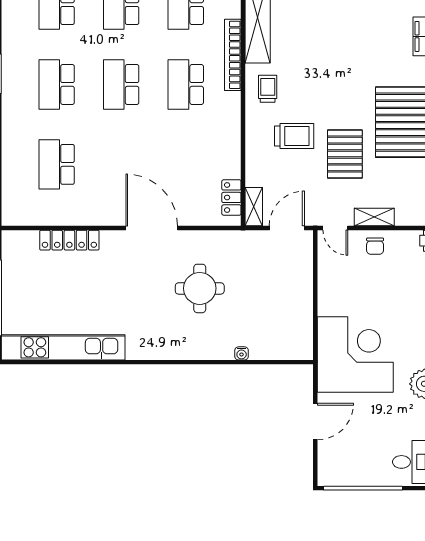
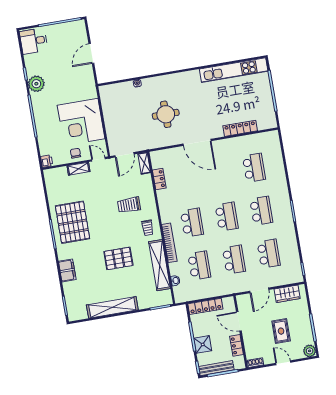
pallet: (345, 154) -> (118, 258), moved, turned 90
locker: (231, 197) -> (159, 179), moved
corner desk: (355, 354) -> (81, 122), moved

